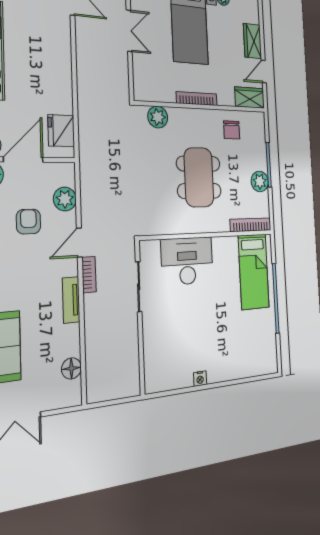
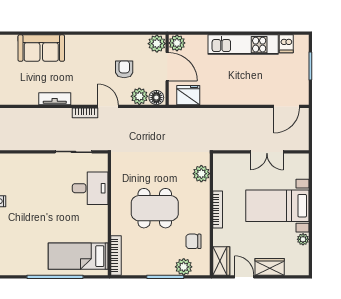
plant: (260, 181) -> (184, 267), moved
armchair: (28, 222) -> (124, 69), turned -90
desk: (187, 261) -> (90, 188), width x0.73
tv unit: (71, 300) -> (55, 99), moved
floor lamp: (71, 368) -> (156, 98), moved

